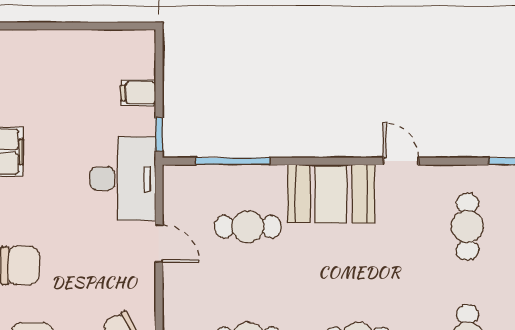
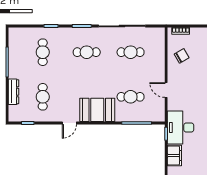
filing cabinet: (138, 93) -> (174, 155), width x2.00
door: (401, 161) -> (69, 123), hinge flipped
desk: (123, 179) -> (181, 127), moved

